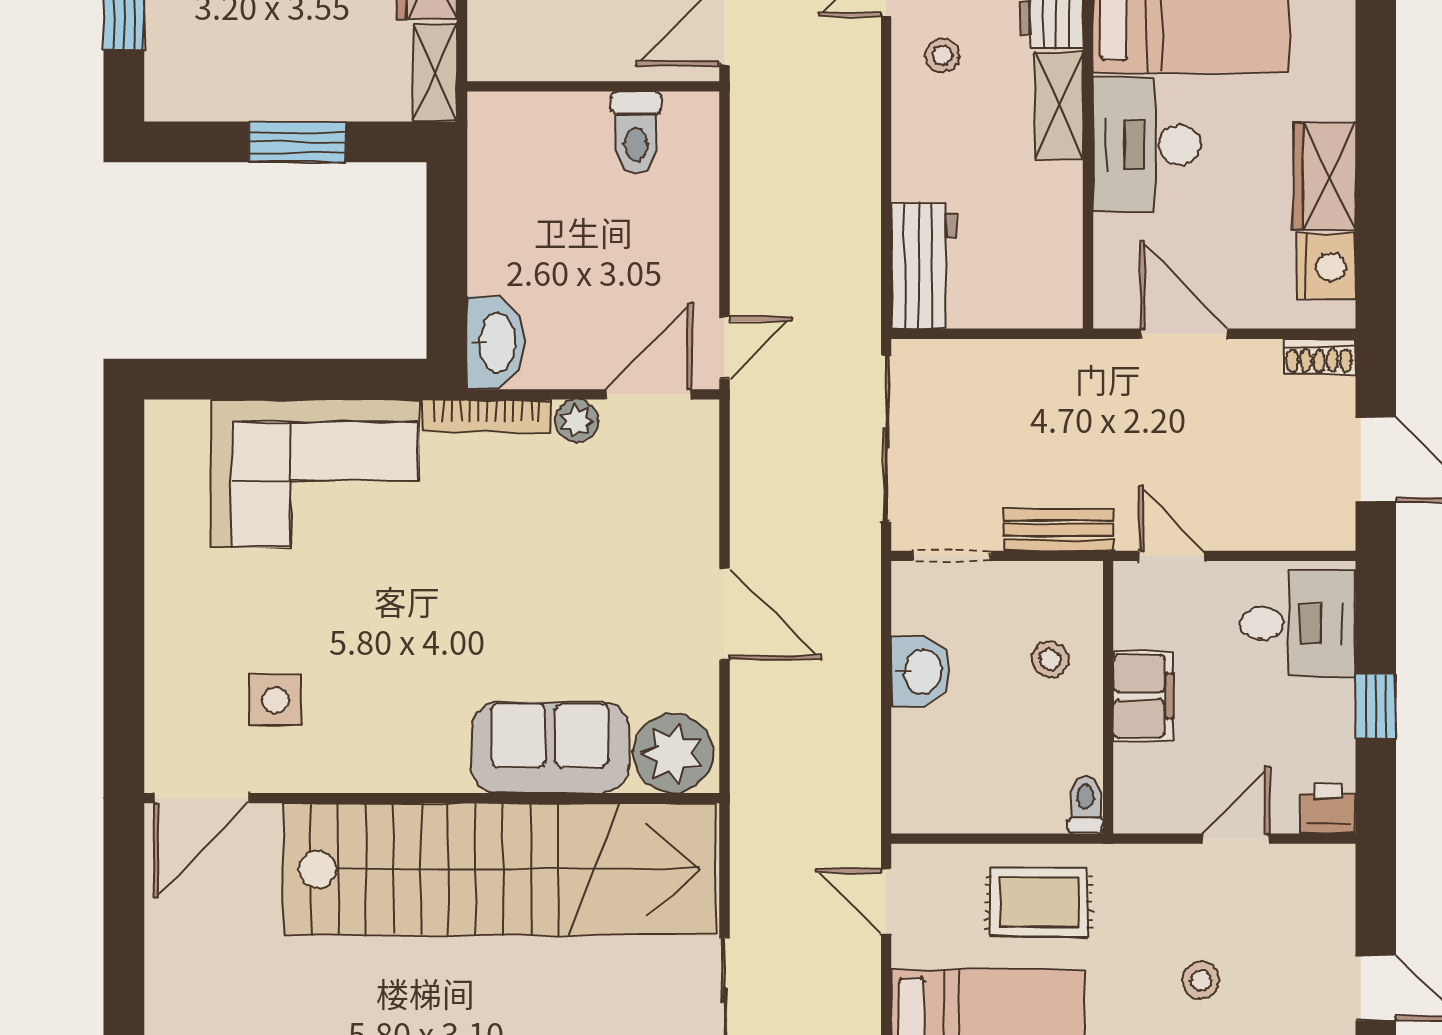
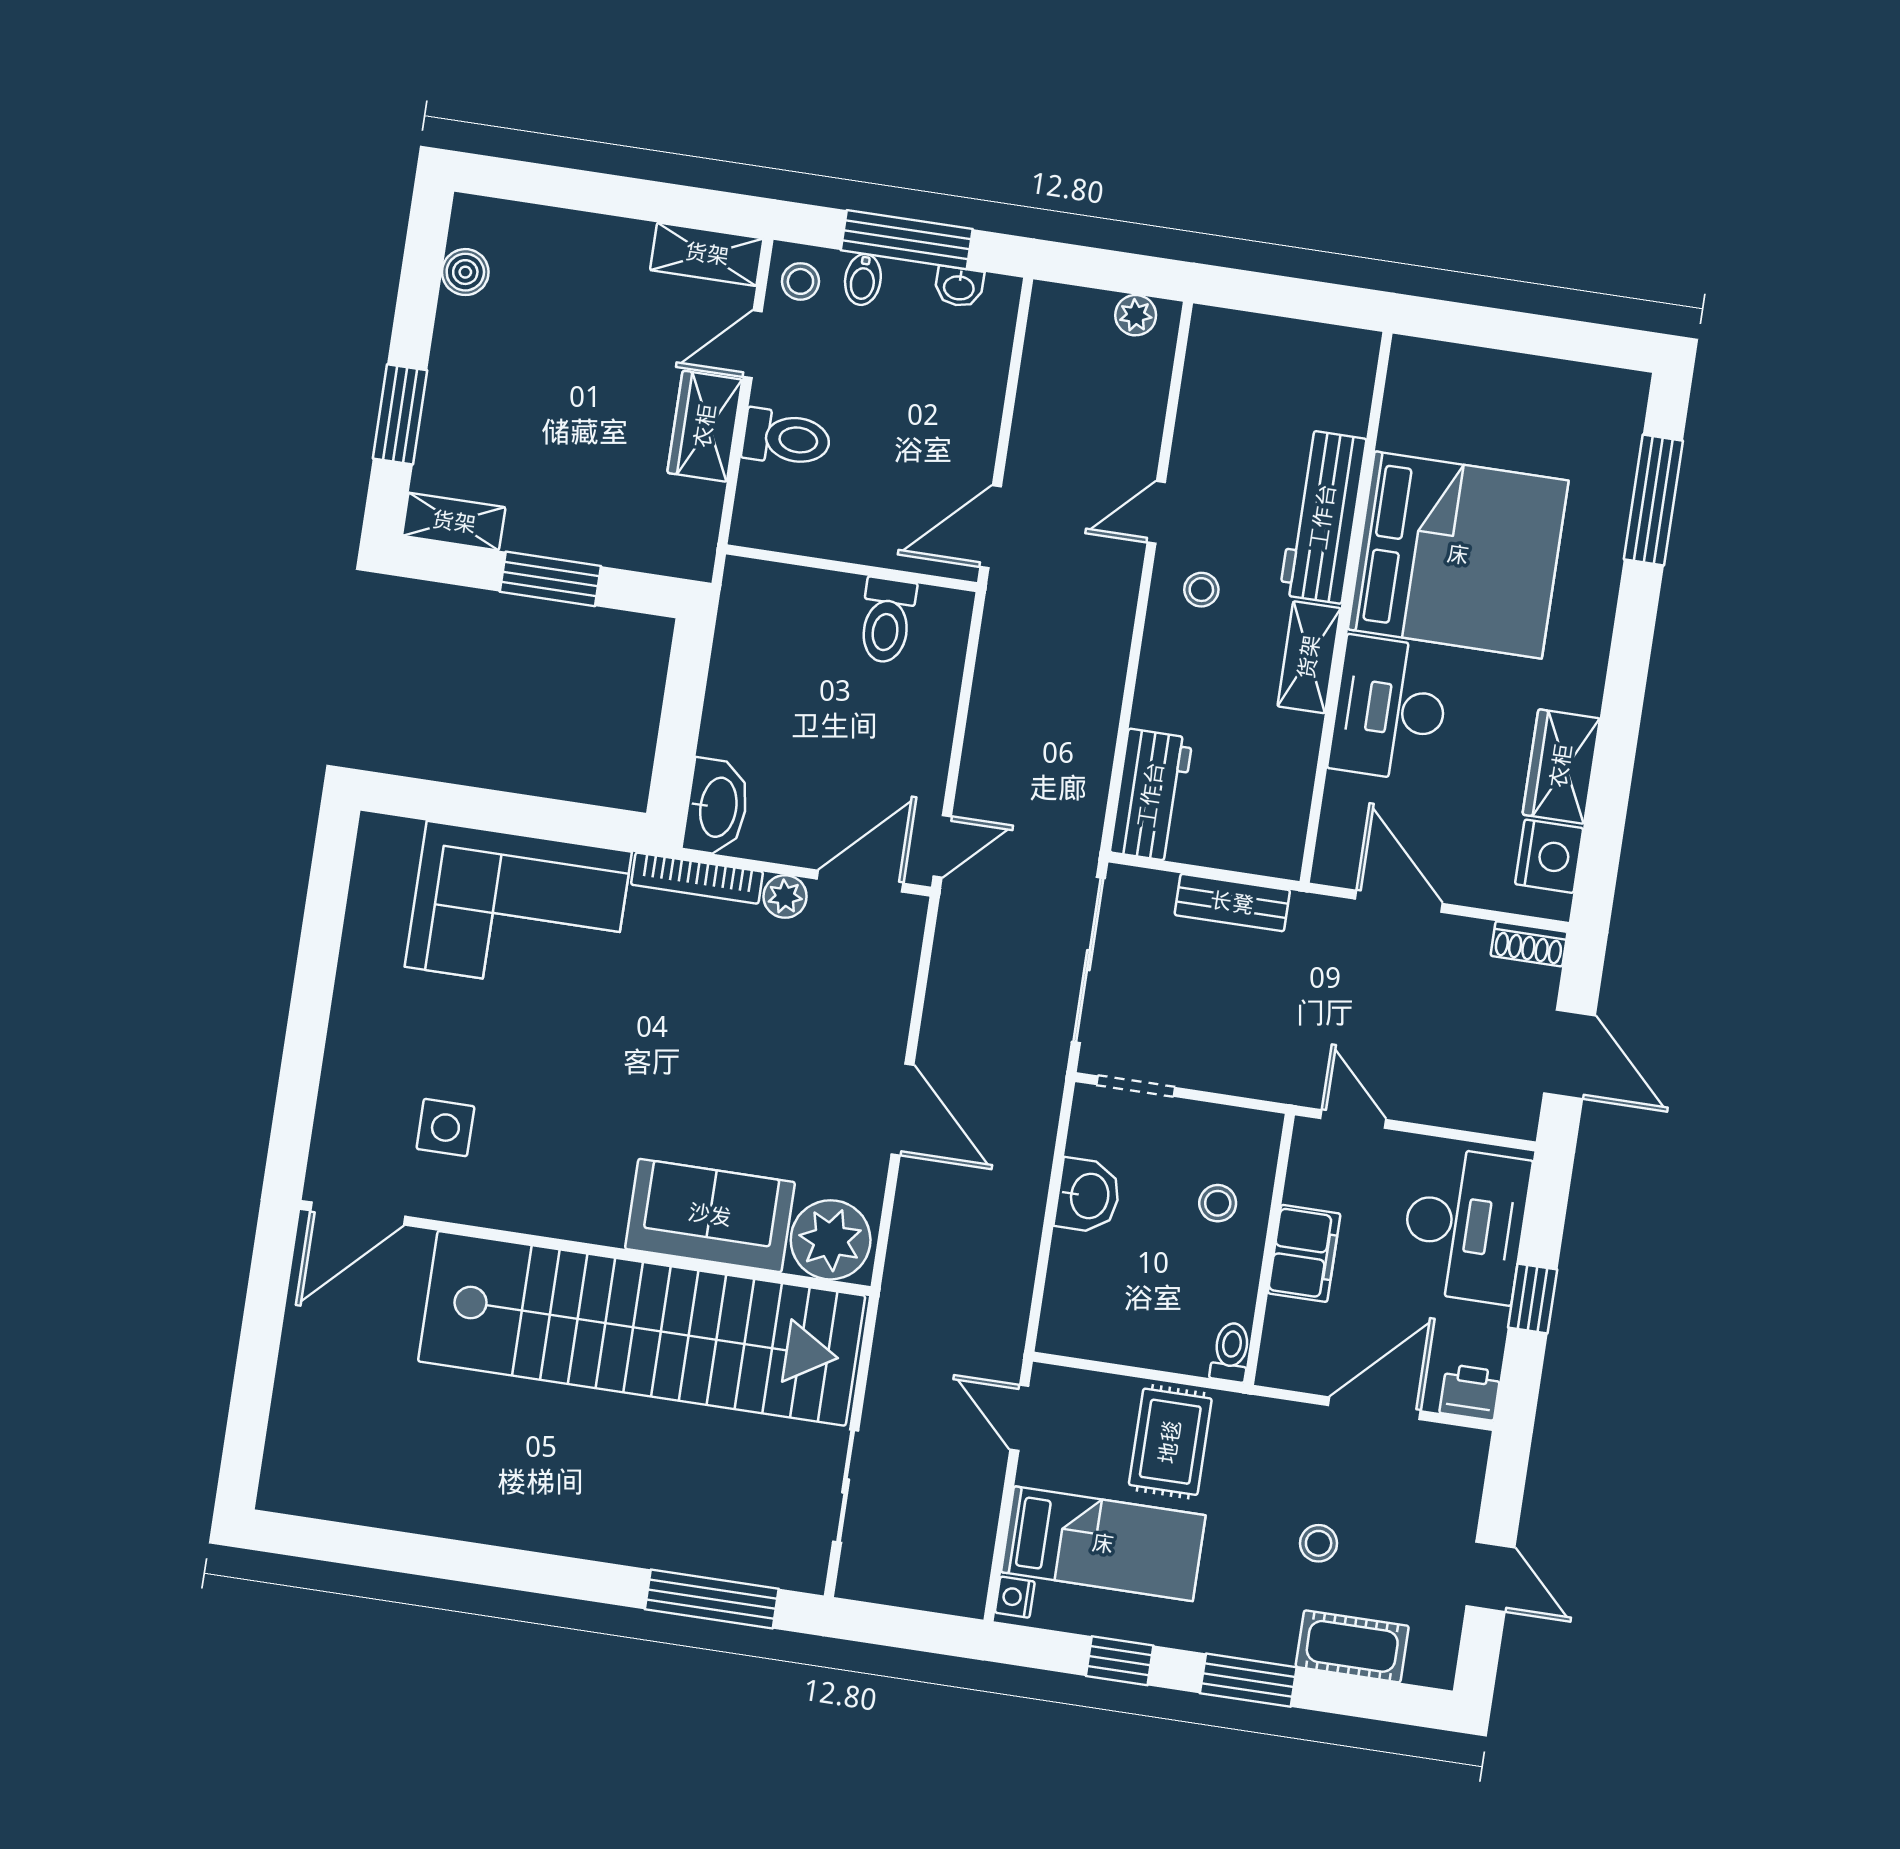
shelving: (435, 73) -> (454, 522), moved, turned 90
bench: (1059, 530) -> (1232, 903), moved
desk: (1298, 624) -> (1465, 1225), width x1.37
door: (1236, 839) -> (1374, 1408), width x1.38
rug: (1039, 902) -> (1170, 1442), turned 90

